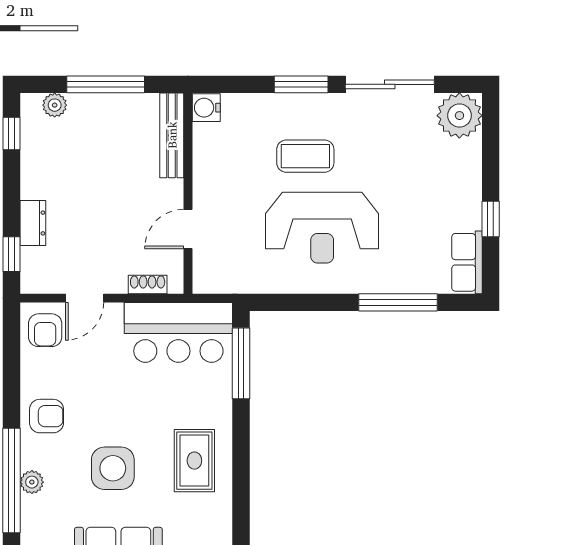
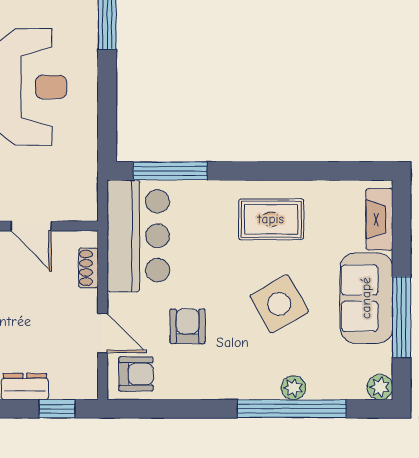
armchair: (47, 416) -> (188, 326), moved
side table: (113, 468) -> (279, 304), turned -30

